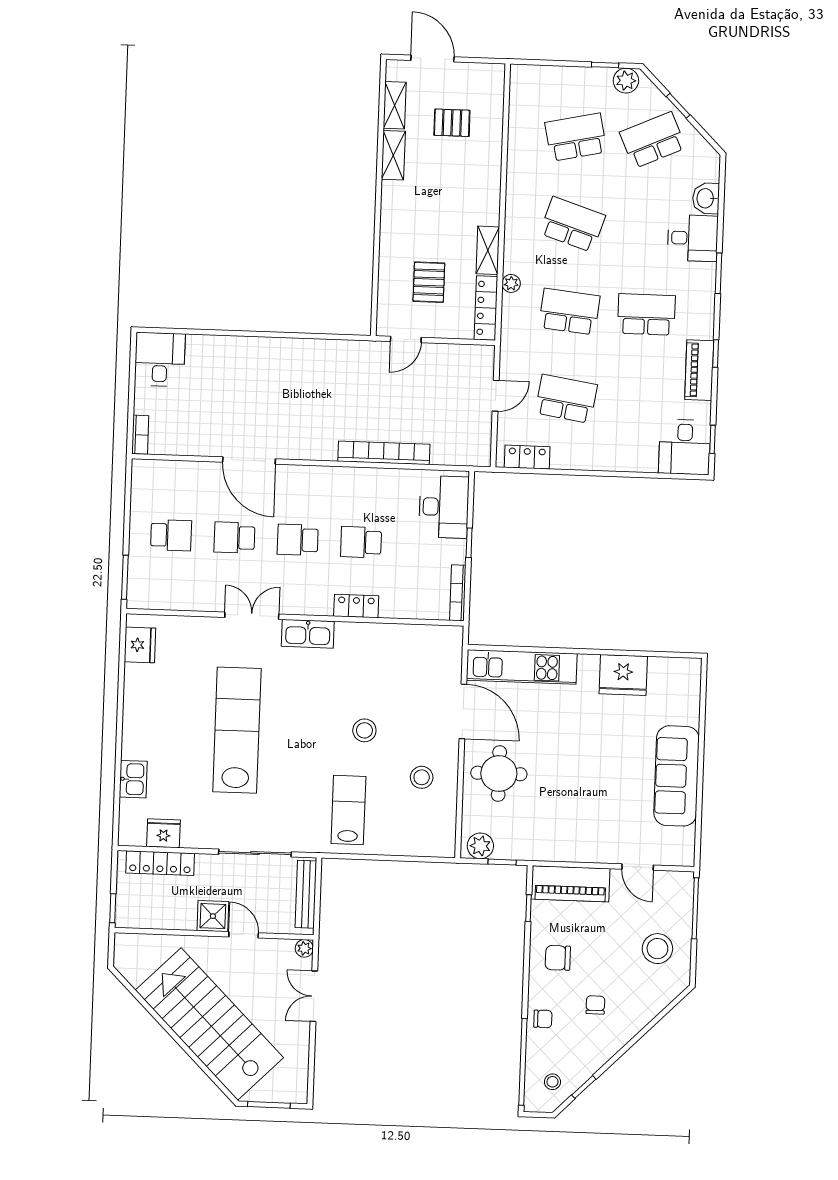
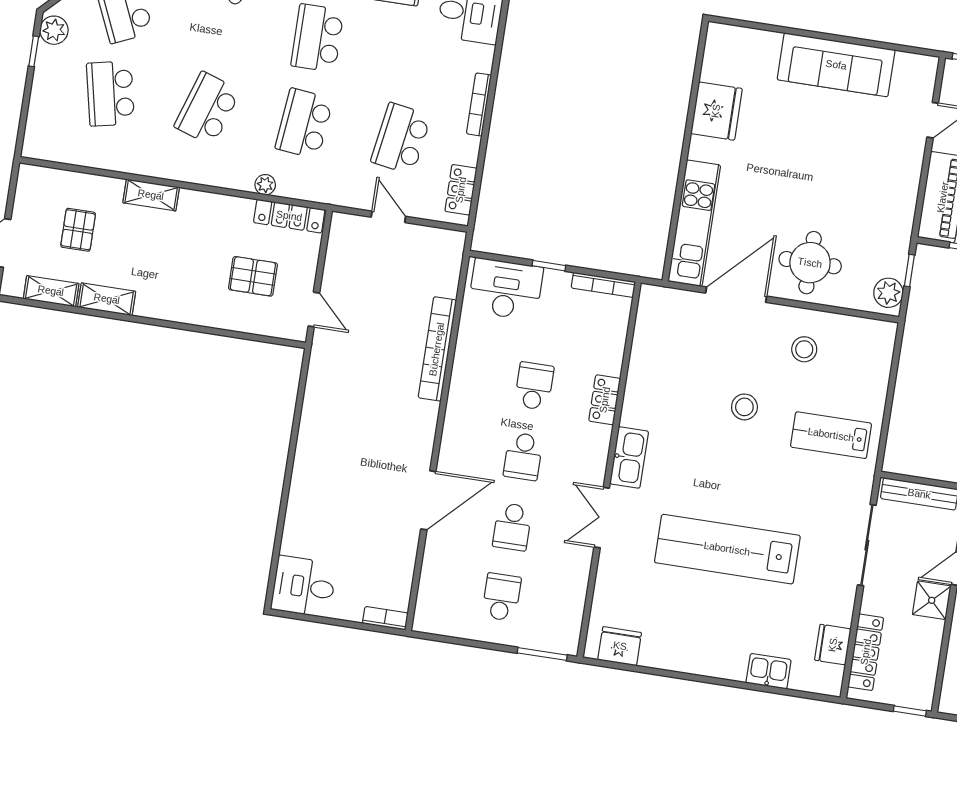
shelving: (488, 250) -> (151, 195), moved
bookcase: (604, 464) -> (479, 104), added
school desk: (361, 542) -> (534, 386), turned 180

